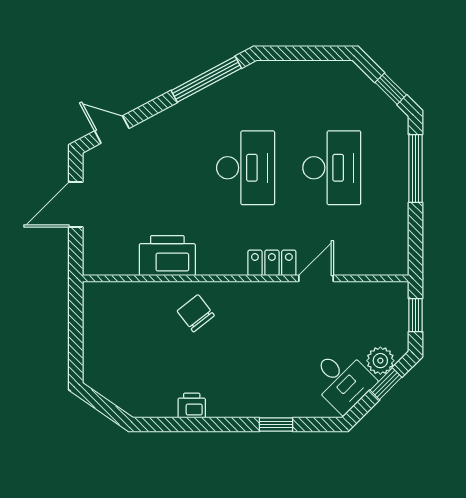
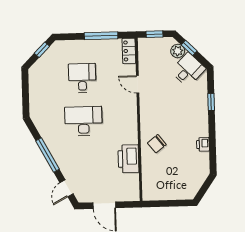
window: (206, 79) -> (47, 155), moved
desk: (332, 168) -> (82, 78), width x0.73
window: (415, 169) -> (101, 36), moved
locker: (272, 263) -> (129, 51), moved

